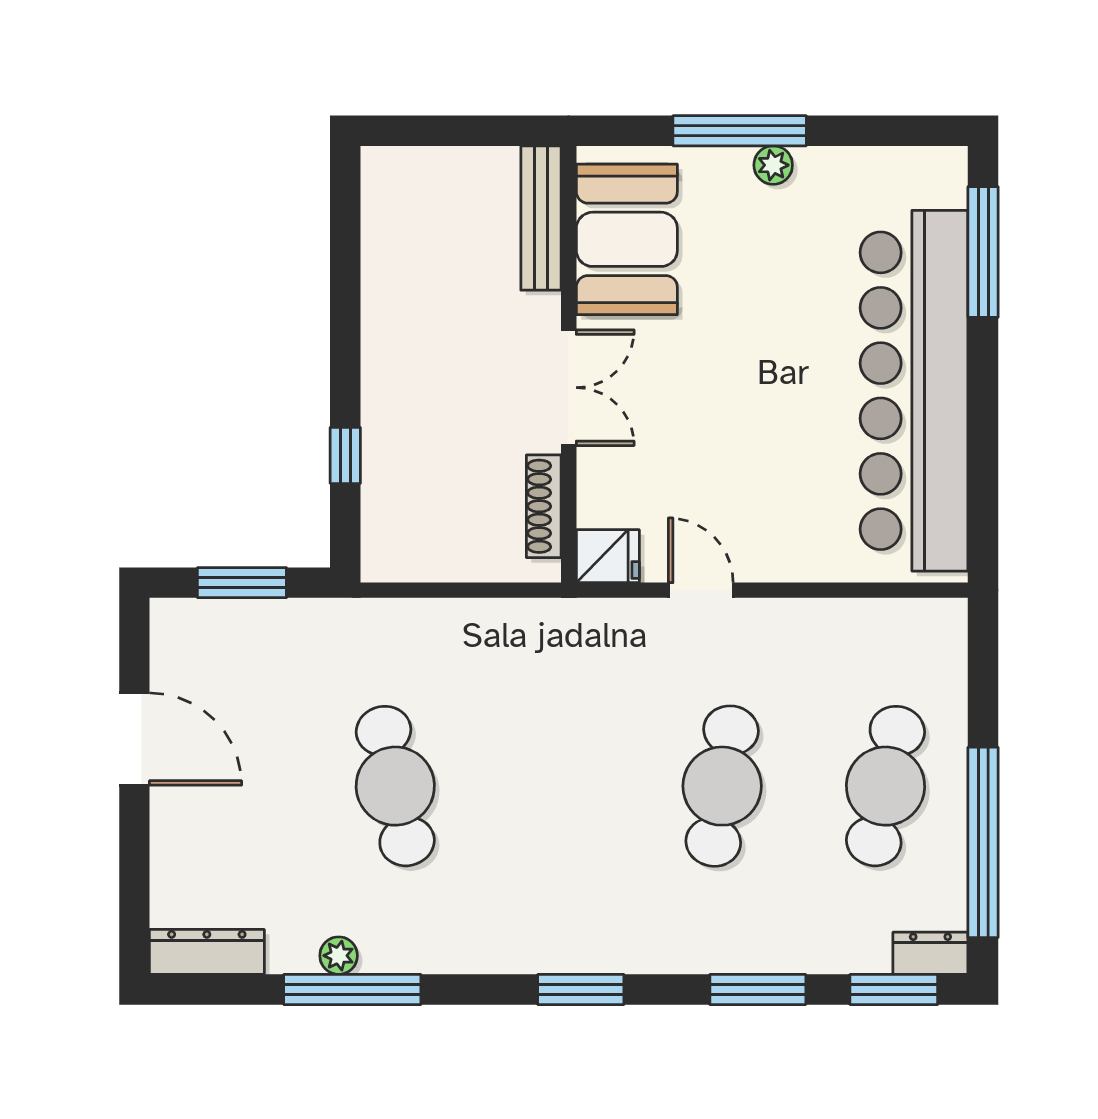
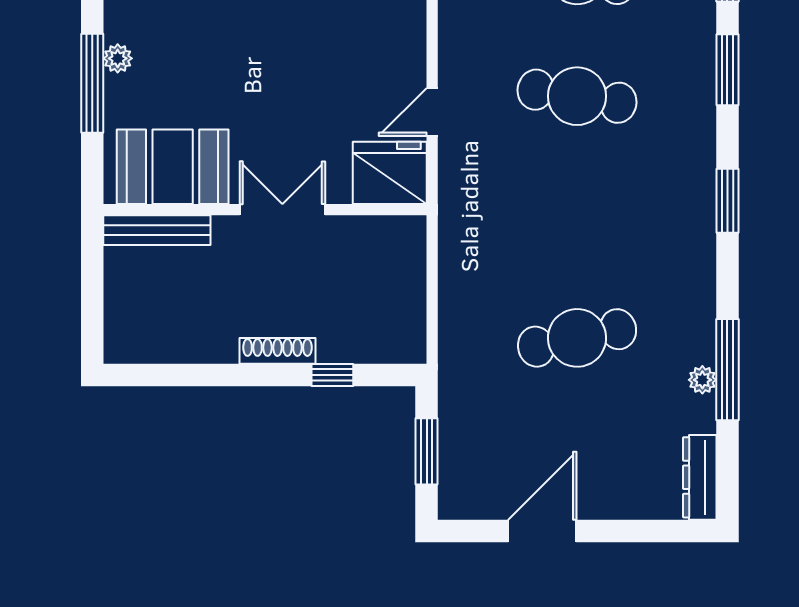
shoe rack: (544, 506) -> (277, 351), moved, turned 180
fridge: (608, 556) -> (390, 173), width x1.88, depth x1.34

